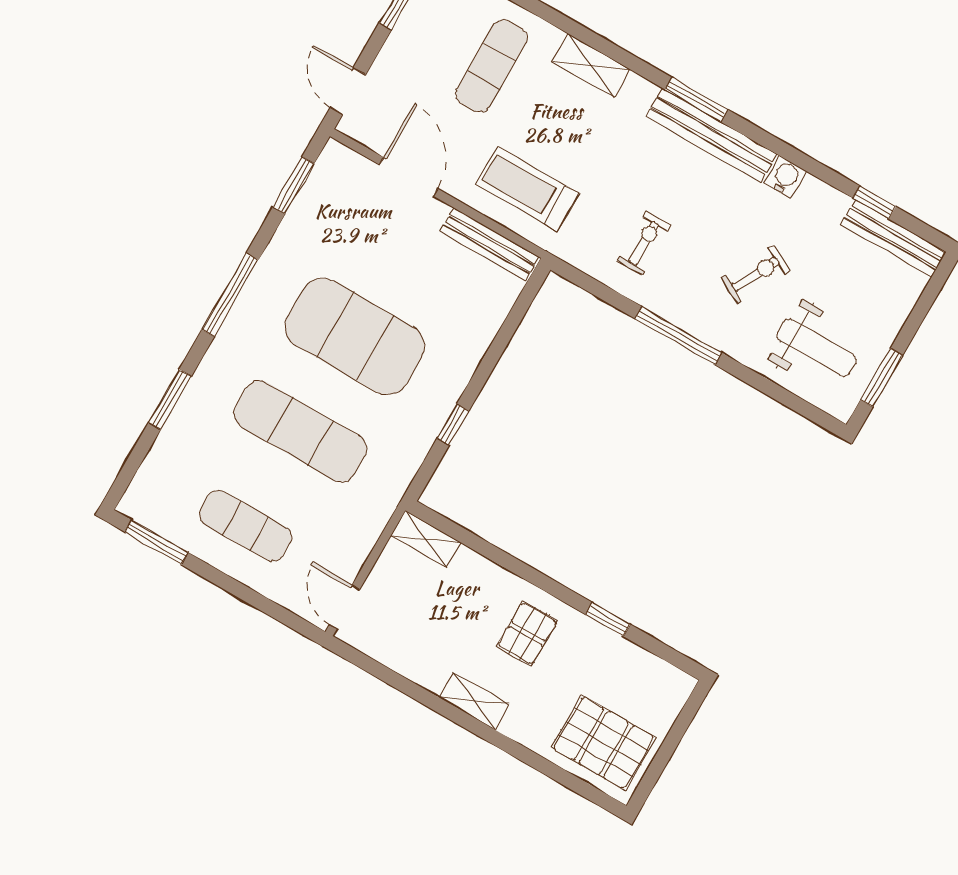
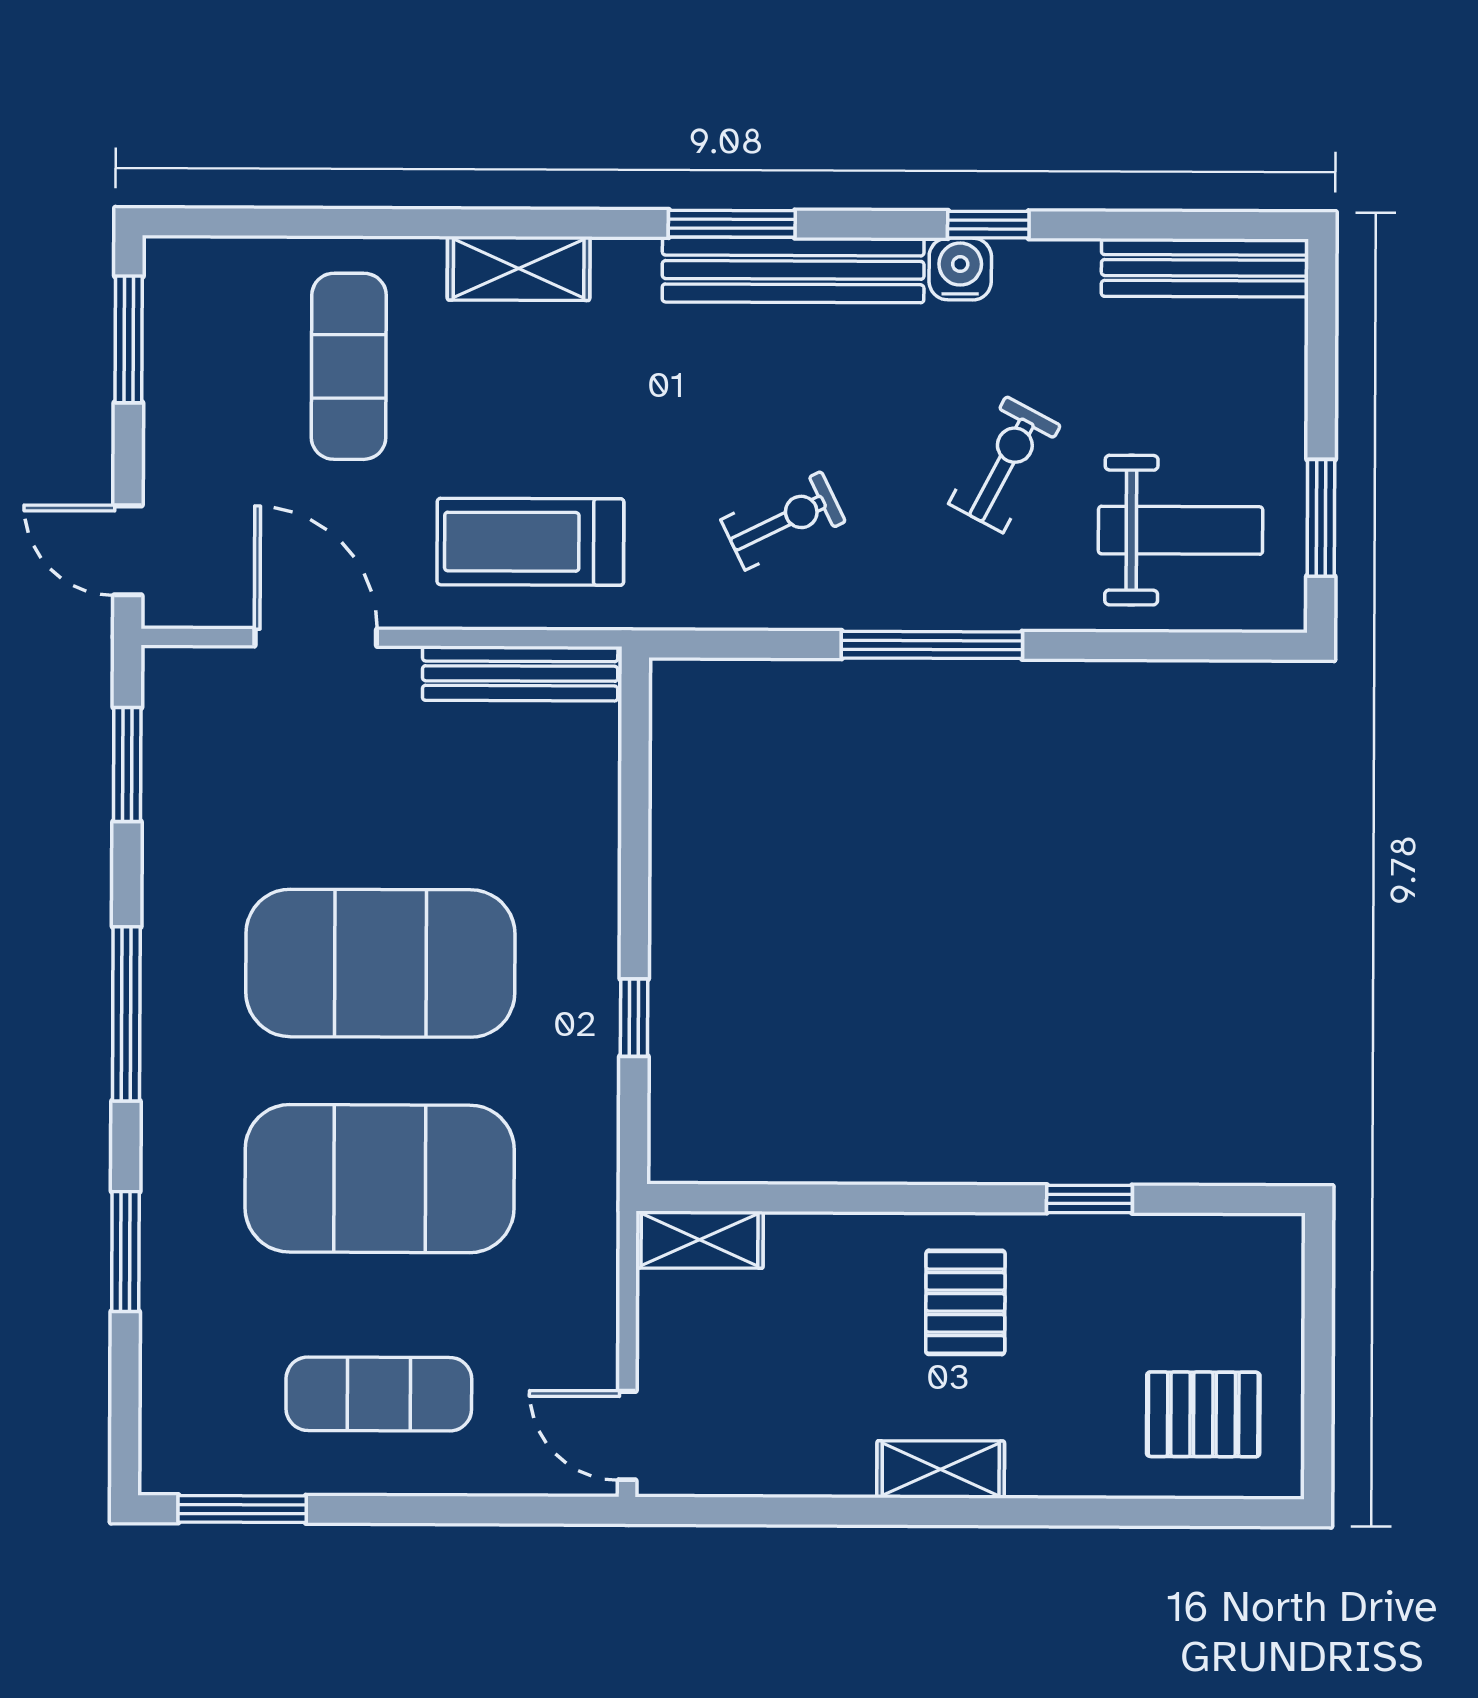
window: (874, 202) -> (988, 225), moved
exercise bike: (644, 243) -> (783, 521), turned 64
exercise mat: (300, 431) -> (380, 1179), width x1.47
pallet: (604, 743) -> (1203, 1414), width x0.67, depth x0.71

